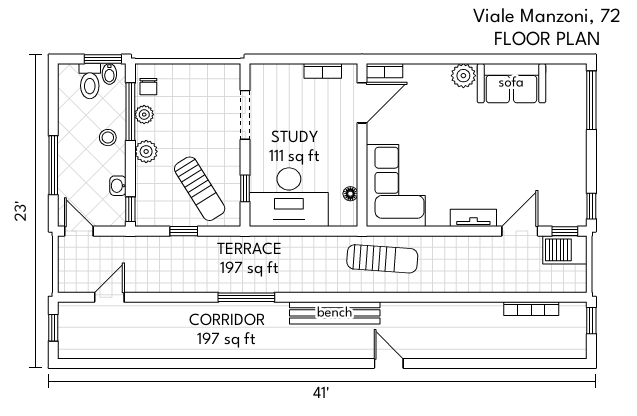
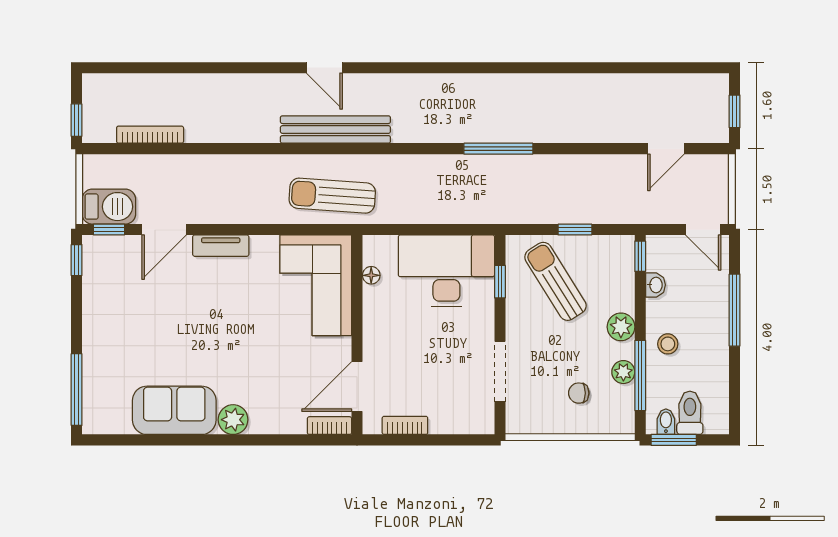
chair: (148, 87) -> (579, 393), moved, turned -90
bench: (335, 313) -> (335, 130), moved

